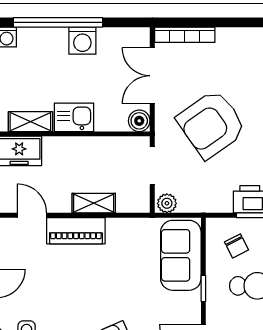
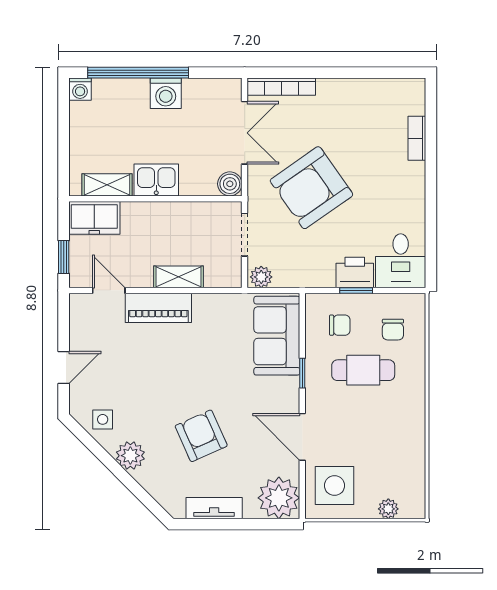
double door: (152, 76) -> (245, 133), swing flipped
chair: (237, 246) -> (340, 325), turned -63

